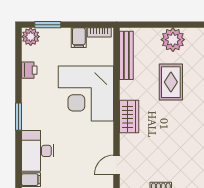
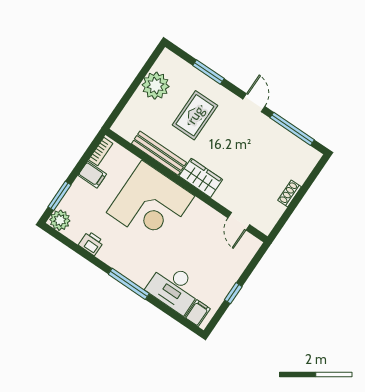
bench: (126, 55) -> (159, 153), moved
rug: (171, 82) -> (195, 115), turned 90
window: (19, 117) -> (129, 284), width x1.44

